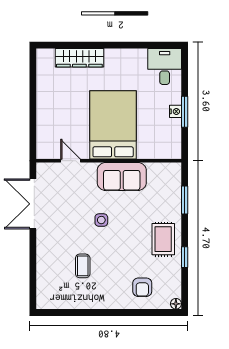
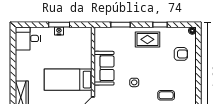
bed: (113, 125) -> (68, 80), width x0.67

